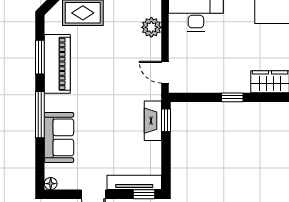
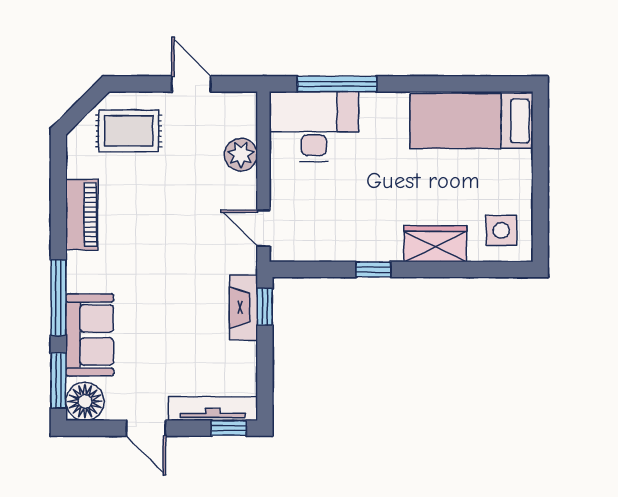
window: (40, 57) -> (58, 380), moved
piano: (57, 64) -> (82, 214), width x0.73, depth x0.75
floor lamp: (51, 184) -> (85, 401), width x1.89, depth x1.89

